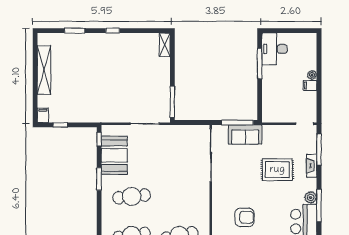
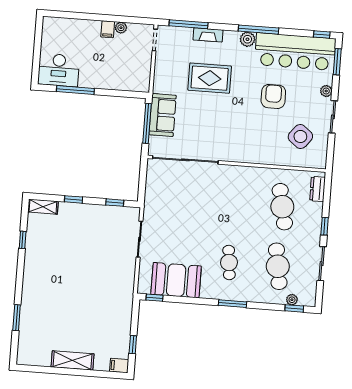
window: (113, 31) -> (23, 240), moved
window: (172, 69) -> (73, 199), added
shelving: (44, 70) -> (73, 360), width x0.68
plant: (312, 75) -> (121, 28), moved
window: (172, 102) -> (115, 203), width x0.46
rug: (277, 170) -> (210, 78), turned 90
window: (99, 179) -> (232, 304), moved
cafe table: (132, 196) -> (229, 263), width x0.73, depth x0.74
armchair: (244, 217) -> (273, 96), moved

